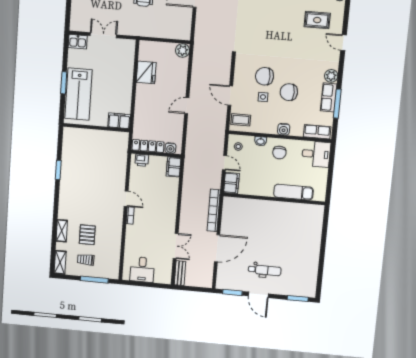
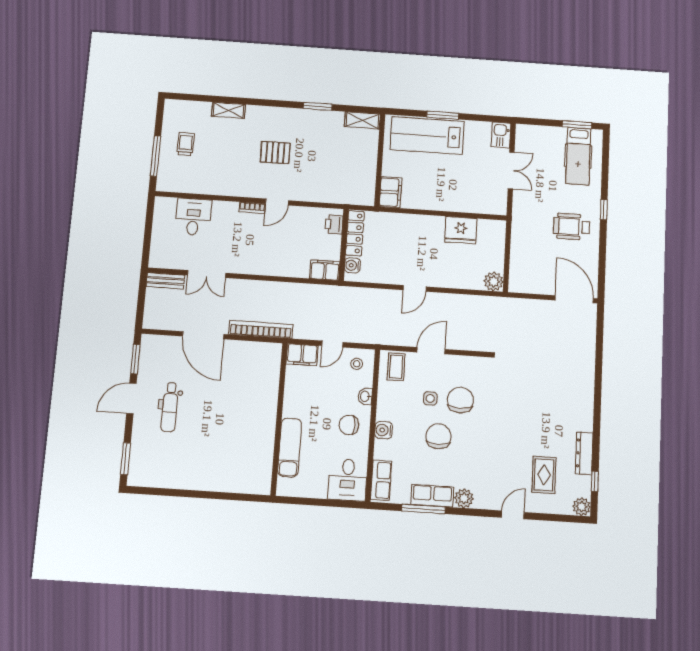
door: (187, 106) -> (415, 288), swing flipped
pallet: (87, 235) -> (275, 152), moved
shelving: (60, 262) -> (362, 120), moved
desk: (142, 270) -> (193, 217), moved, turned 90

